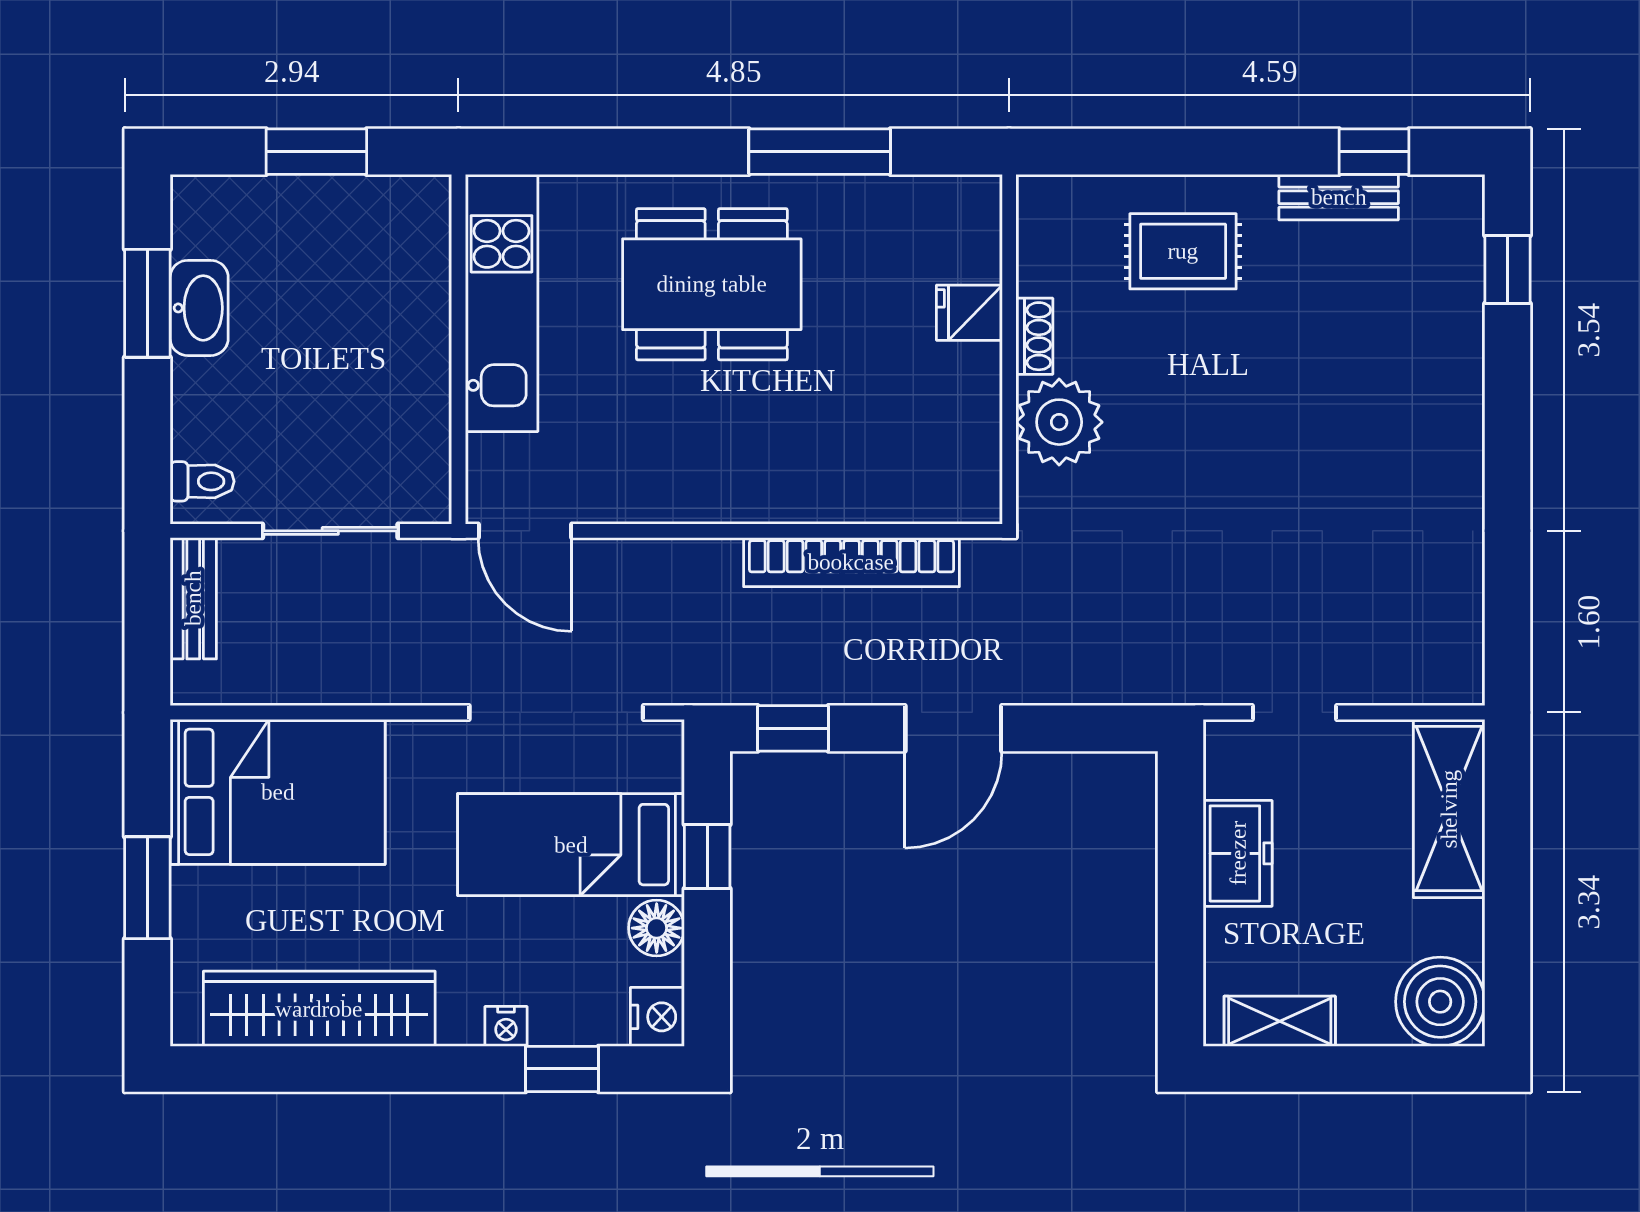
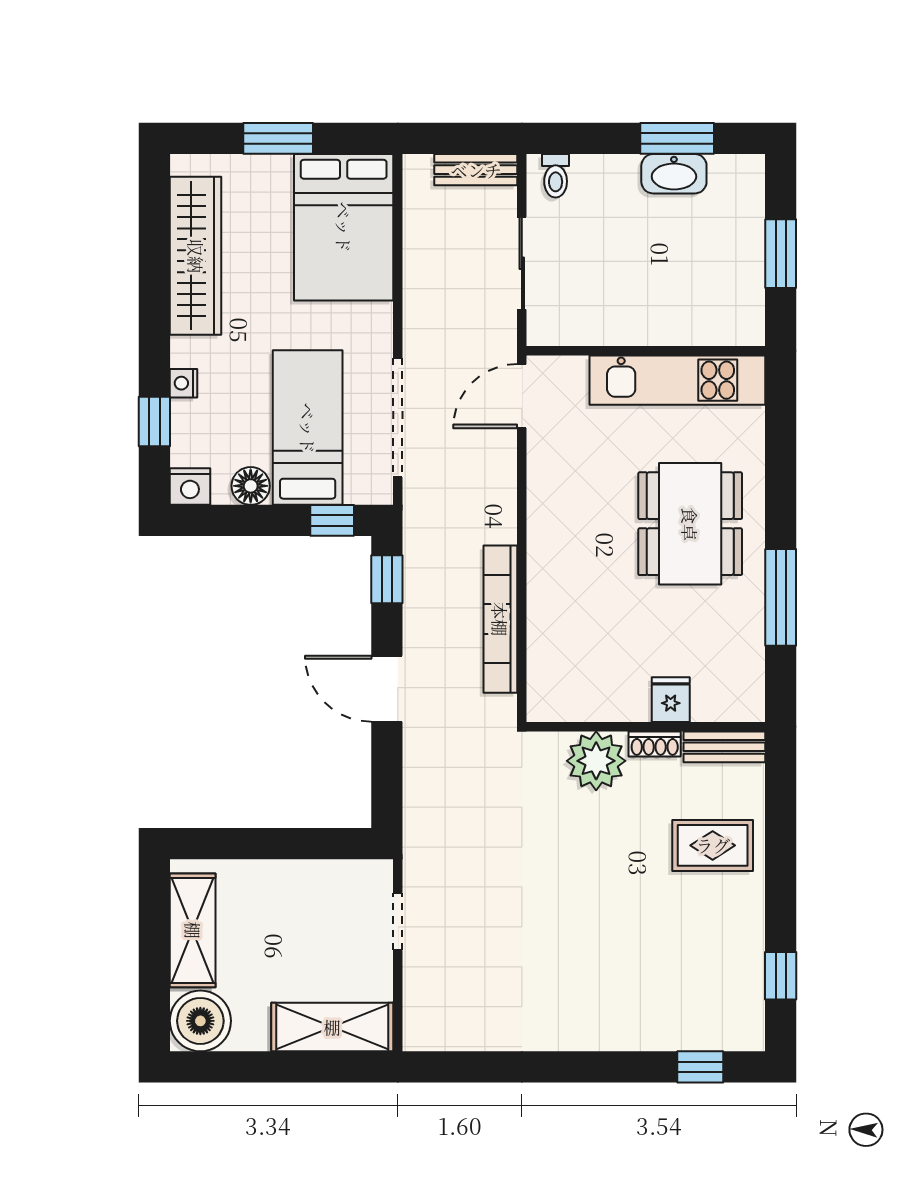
bench: (1339, 197) -> (724, 747), moved, turned 90
rug: (1183, 251) -> (713, 845), turned 90
freezer: (1238, 853) -> (302, 883), removed
window: (707, 857) -> (332, 520), moved
shelving: (1280, 1021) -> (193, 930), width x1.50, depth x1.33

